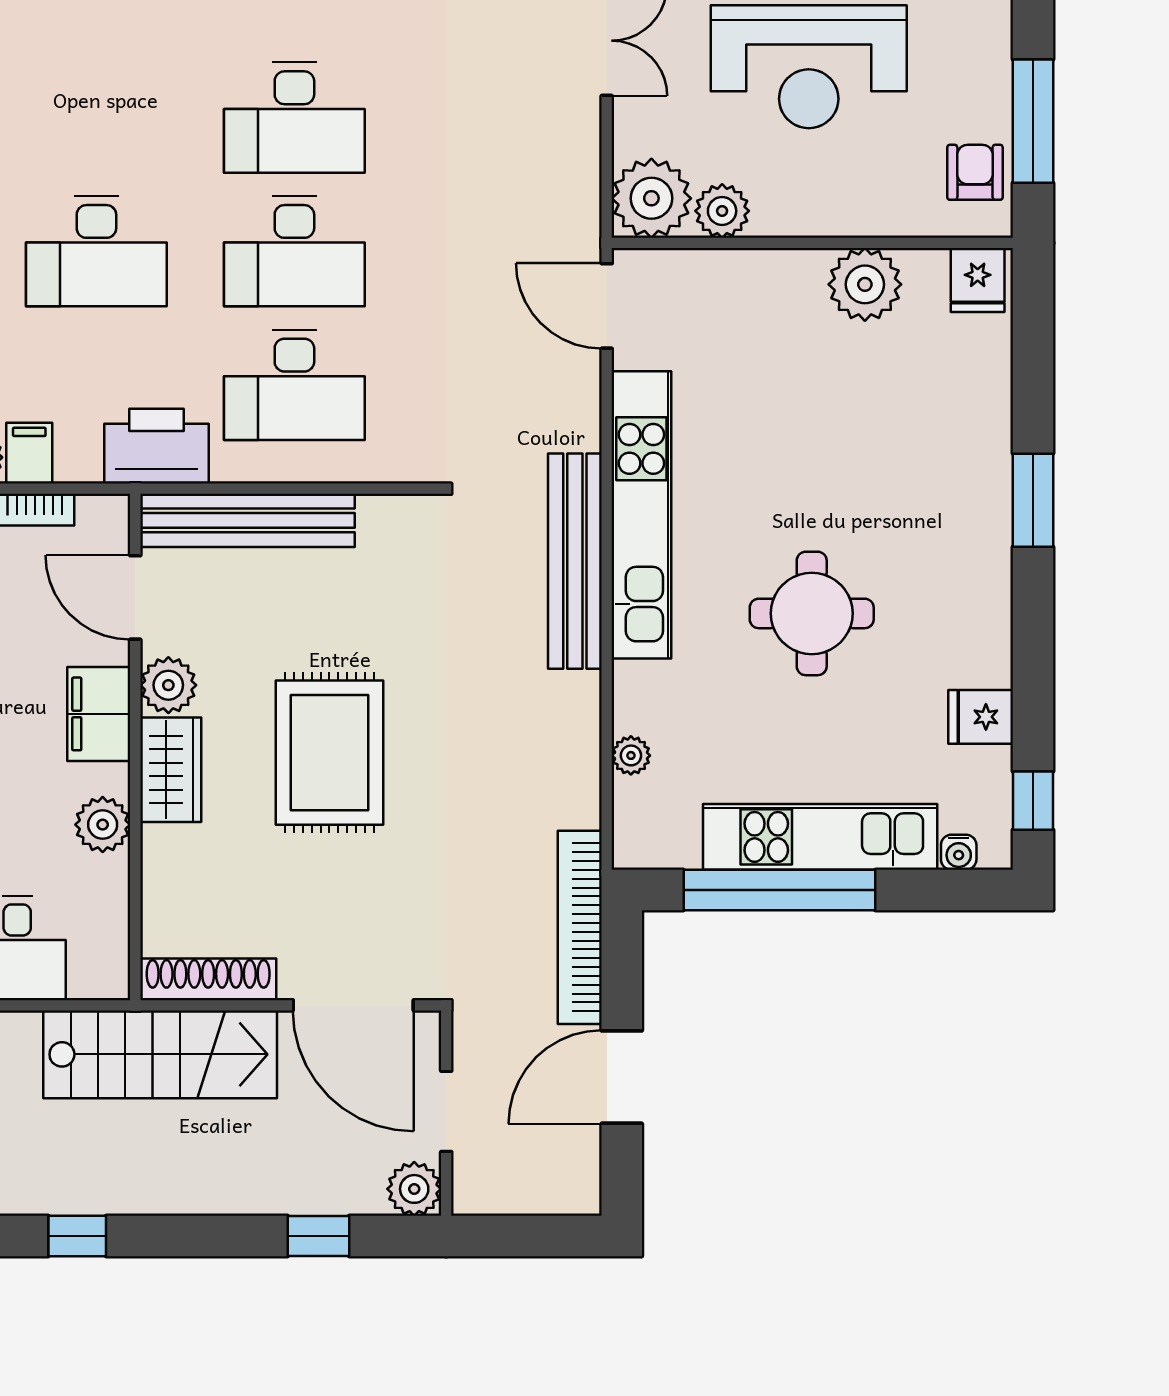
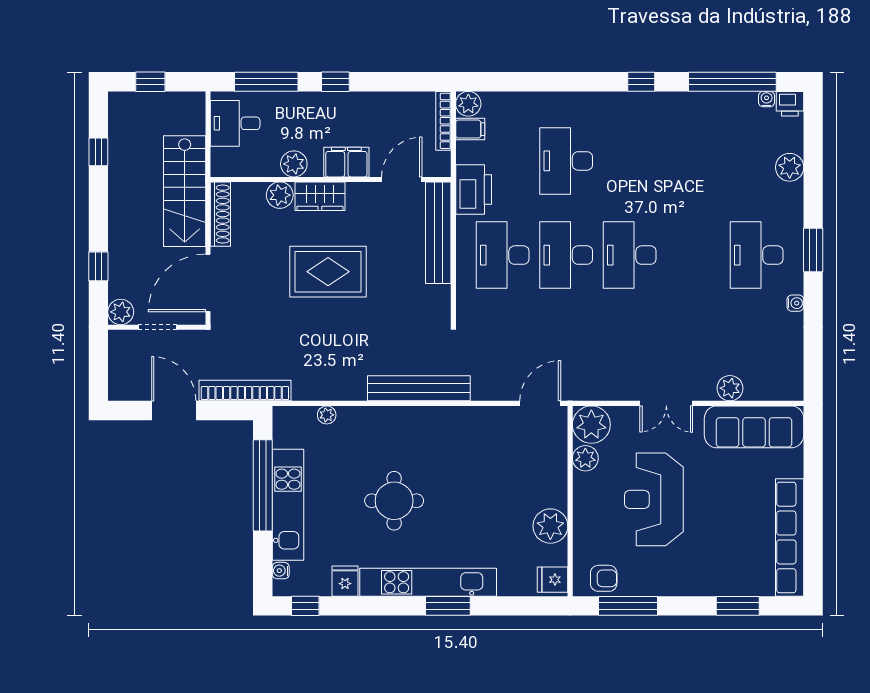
kitchen unit: (641, 515) -> (428, 582), moved, turned 180
plant: (168, 685) -> (280, 195), moved

